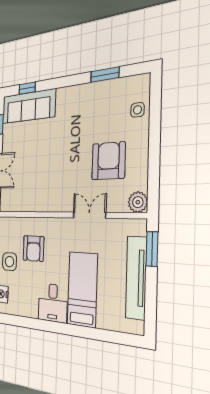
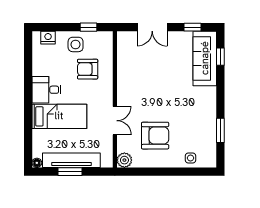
window: (152, 249) -> (70, 172), moved
floor lamp: (138, 328) -> (37, 163), added

